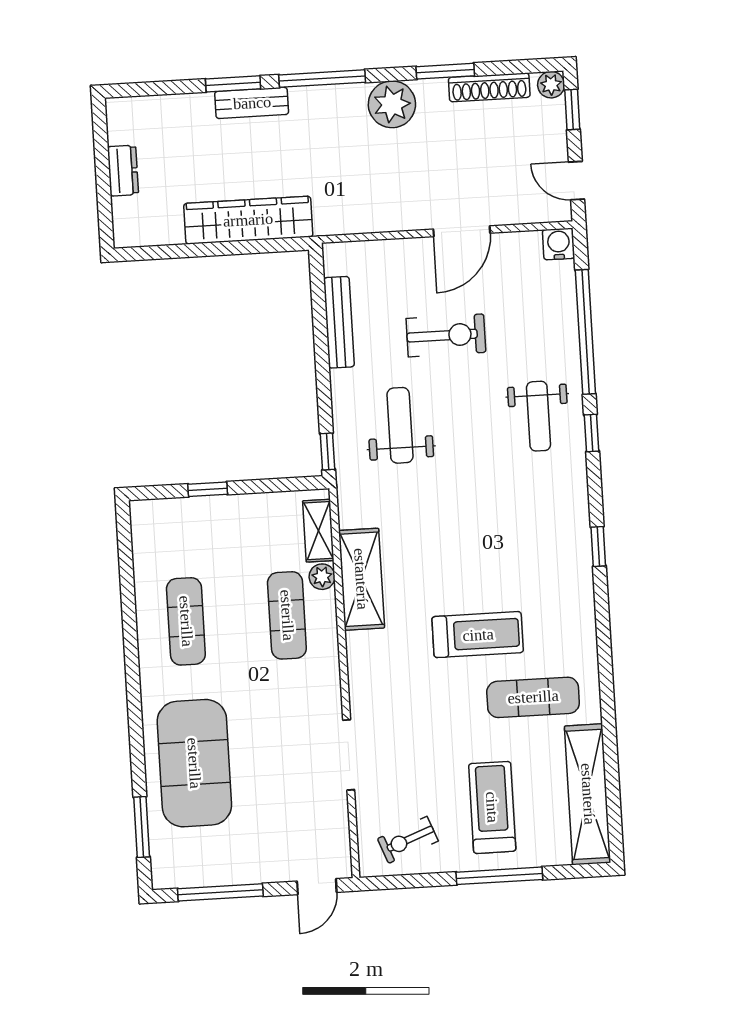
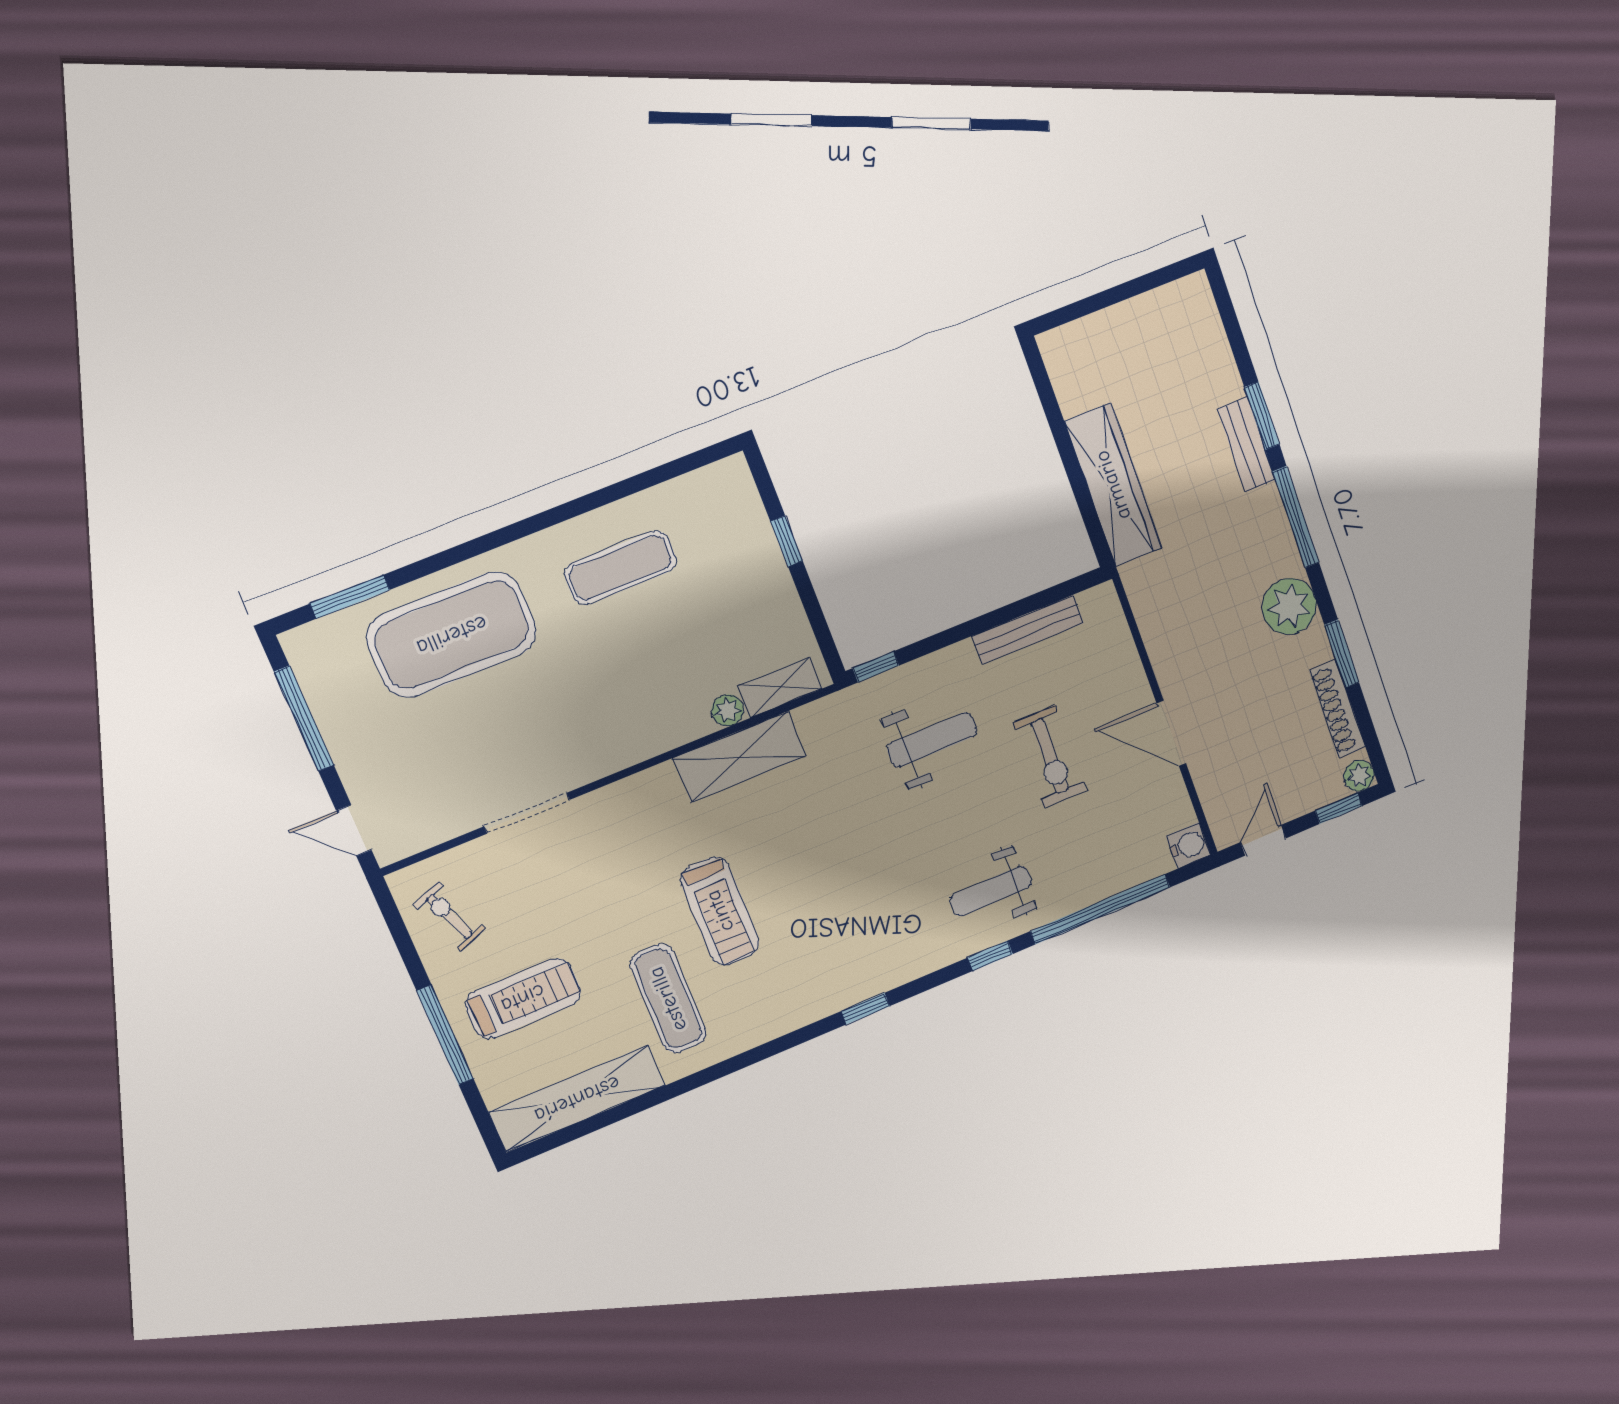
dresser: (123, 171) -> (1127, 318), removed
exercise mat: (287, 615) -> (668, 685), removed

